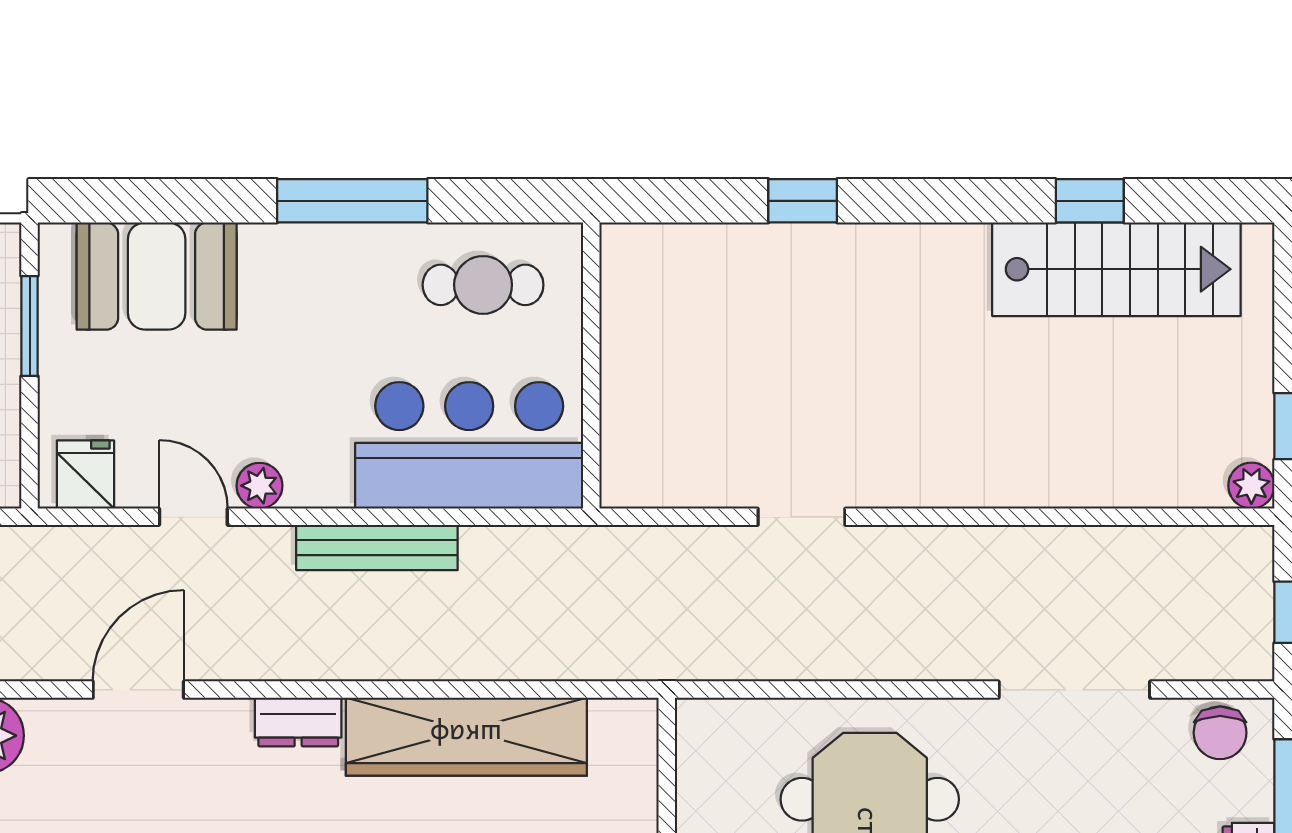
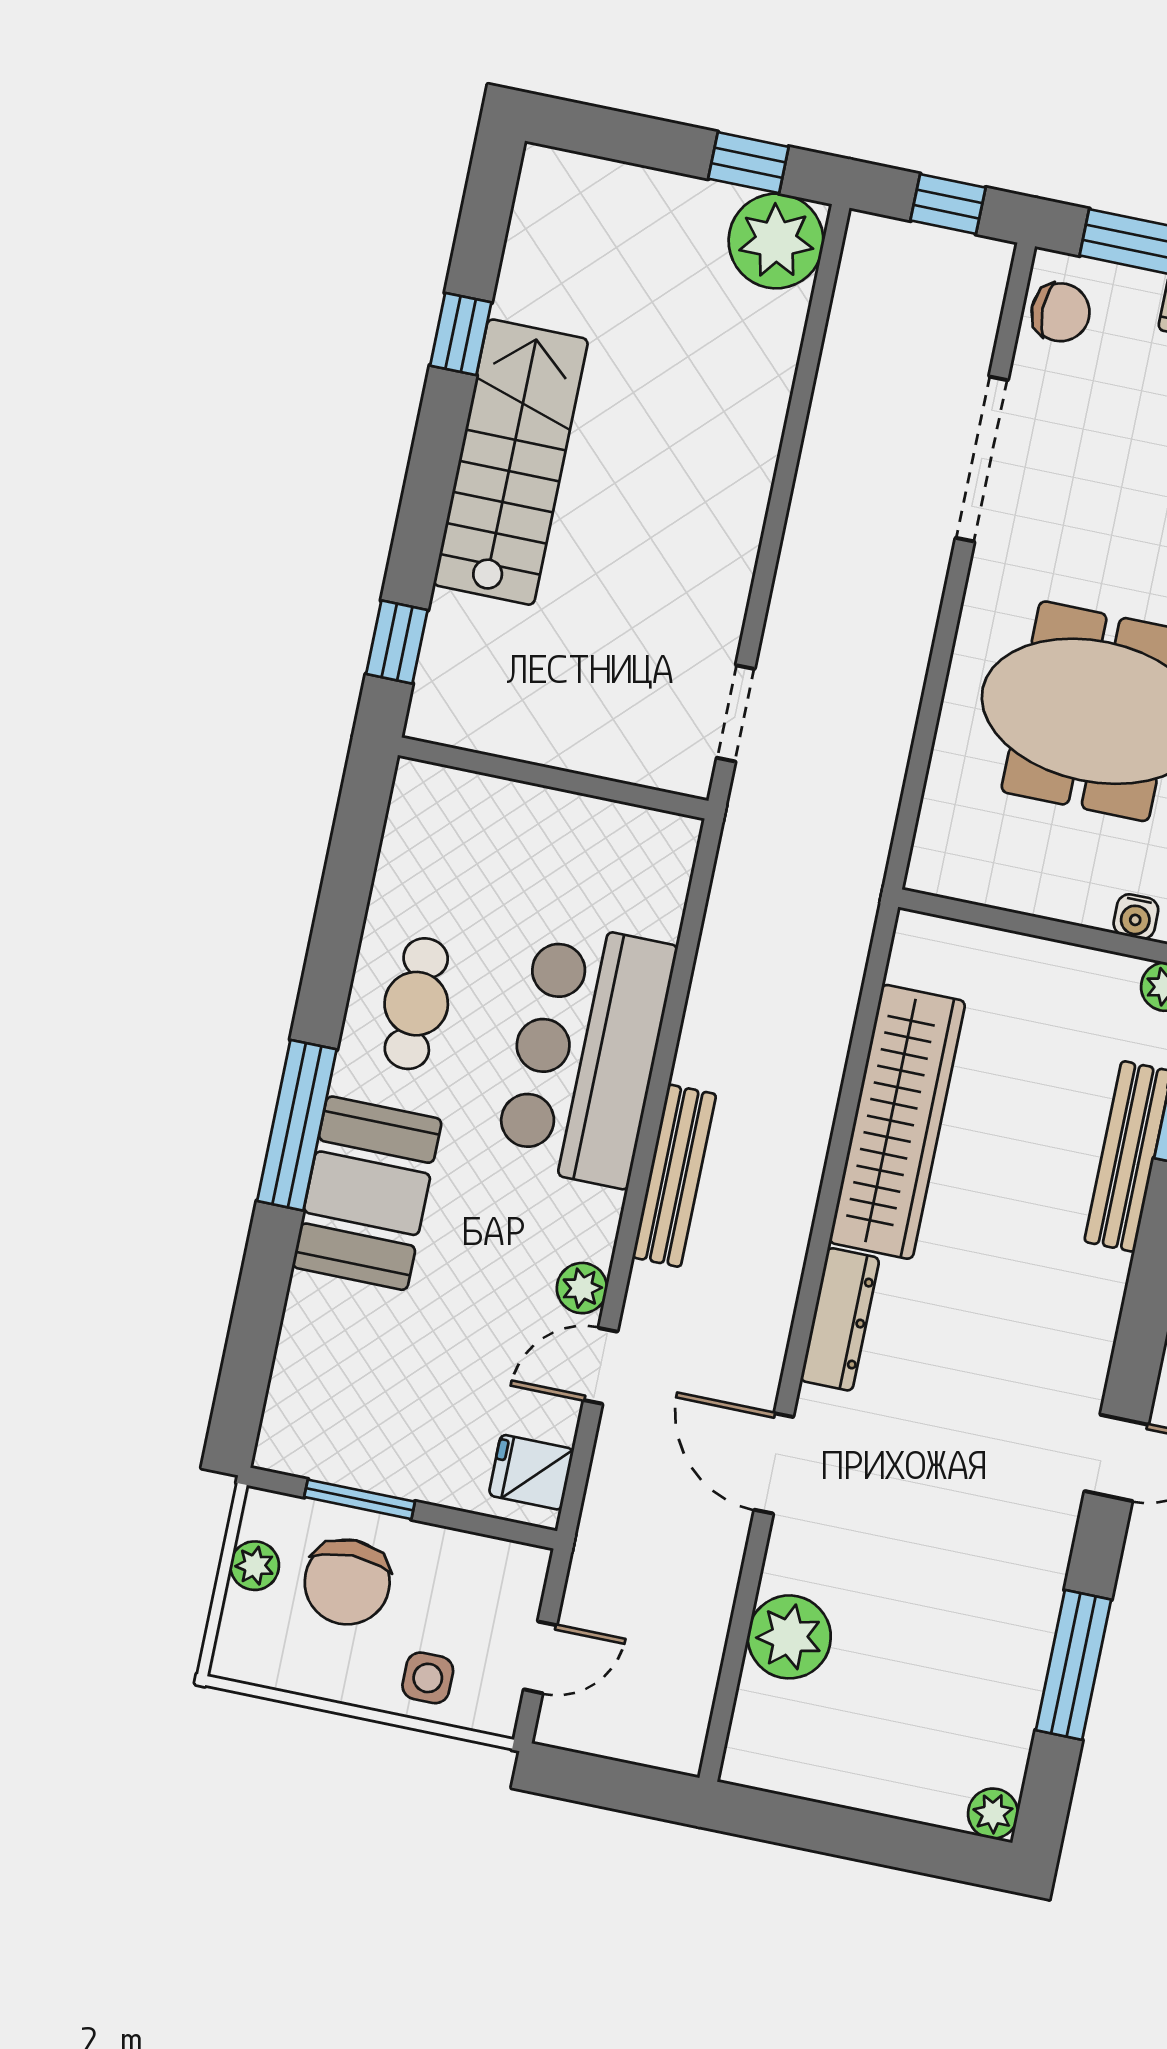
stairs: (1116, 269) -> (511, 462), moved
booth: (157, 276) -> (367, 1193), moved
wall: (591, 365) -> (553, 778), moved
plant: (1251, 486) -> (776, 241), width x1.88, depth x1.88
dresser: (298, 722) -> (840, 1319), width x1.44

